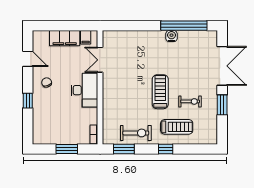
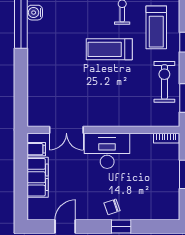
water cooler: (172, 36) -> (35, 13), moved
chair: (47, 82) -> (112, 207), moved
treadmill: (177, 127) -> (156, 27), turned 180

